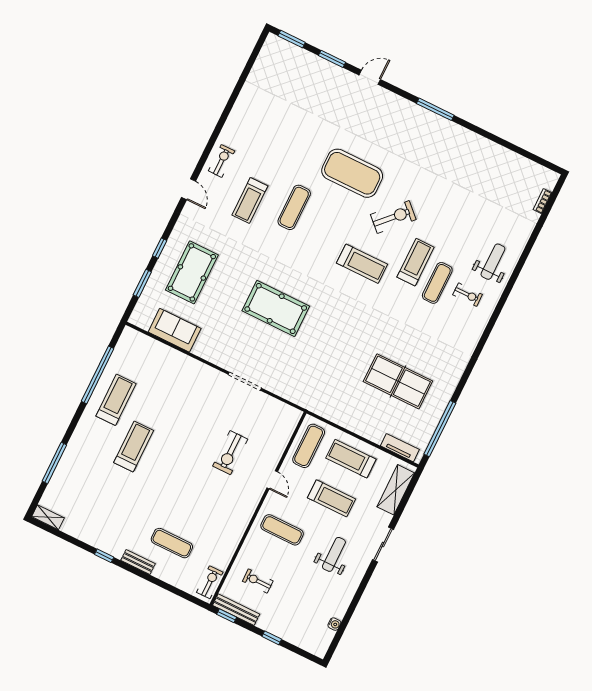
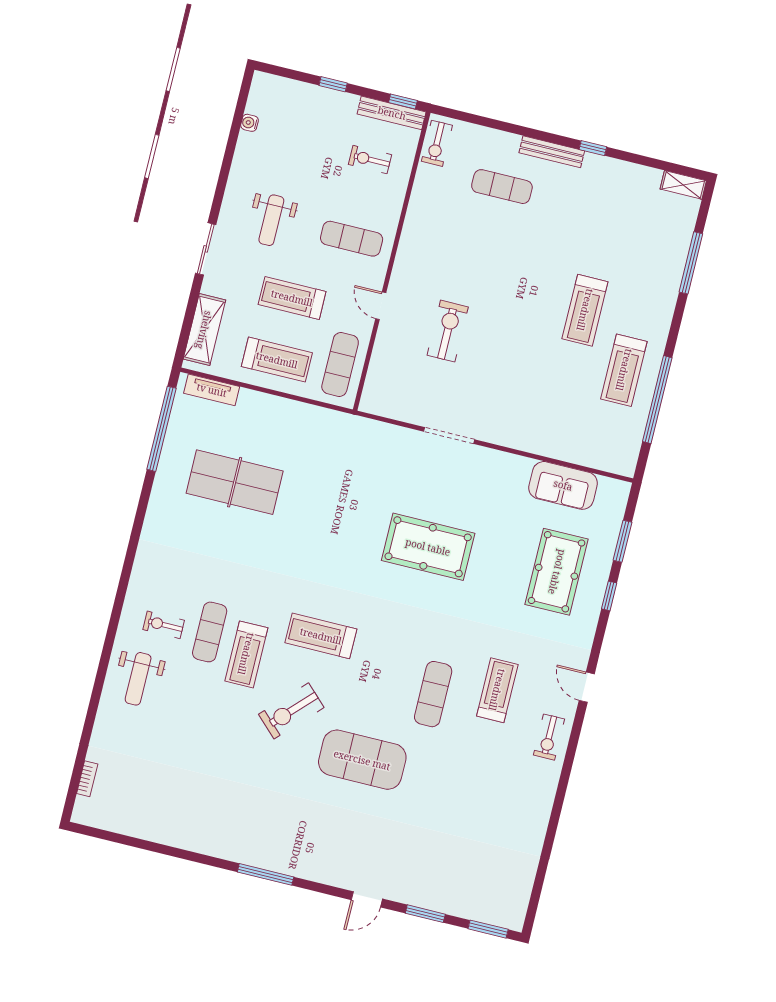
bench: (138, 562) -> (552, 152), width x1.36
exercise bike: (258, 581) -> (370, 160), turned 180

